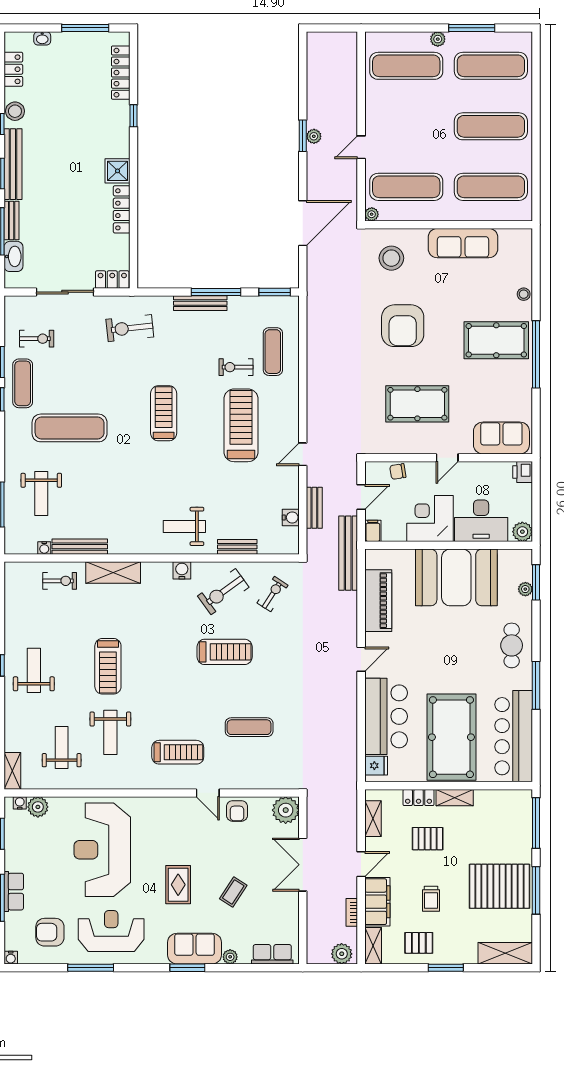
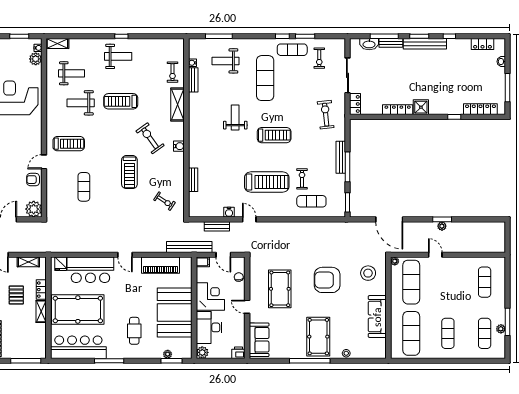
plant: (438, 39) -> (501, 329), moved
exercise mat: (406, 66) -> (485, 282), width x0.73, depth x0.69
exercise mat: (491, 66) -> (485, 333), width x0.73, depth x0.69
stool: (15, 111) -> (457, 45), removed
exercise mat: (491, 126) -> (448, 333), width x0.73, depth x0.69
water cooler: (291, 517) -> (229, 212), moved
weight bench: (184, 526) -> (235, 117), moved
bench: (80, 547) -> (193, 80), width x0.73
exercise bike: (223, 592) -> (150, 138), moved
cafe table: (512, 645) -> (134, 331), moved, turned 90
treadmill: (178, 752) -> (69, 144), turned -90

